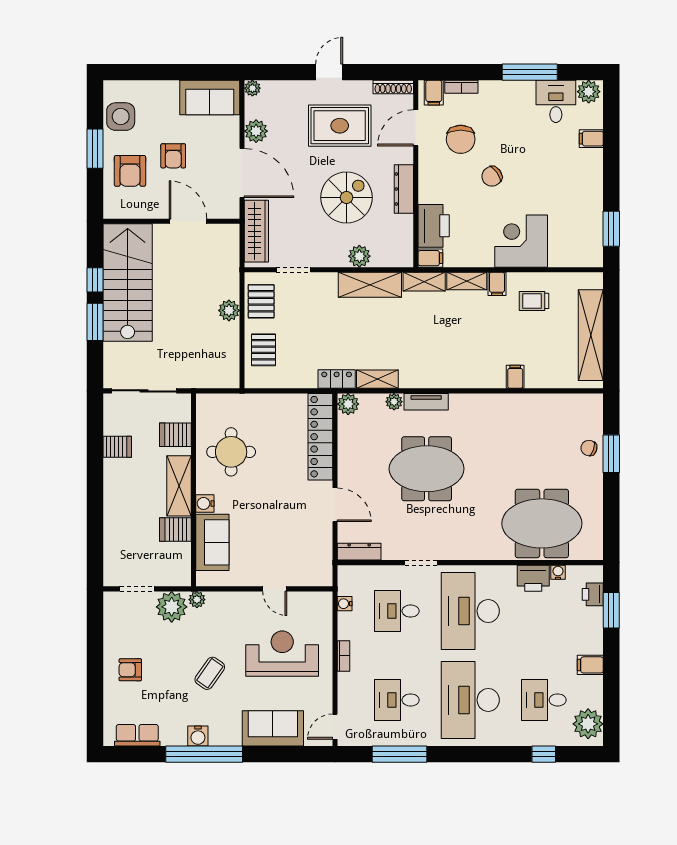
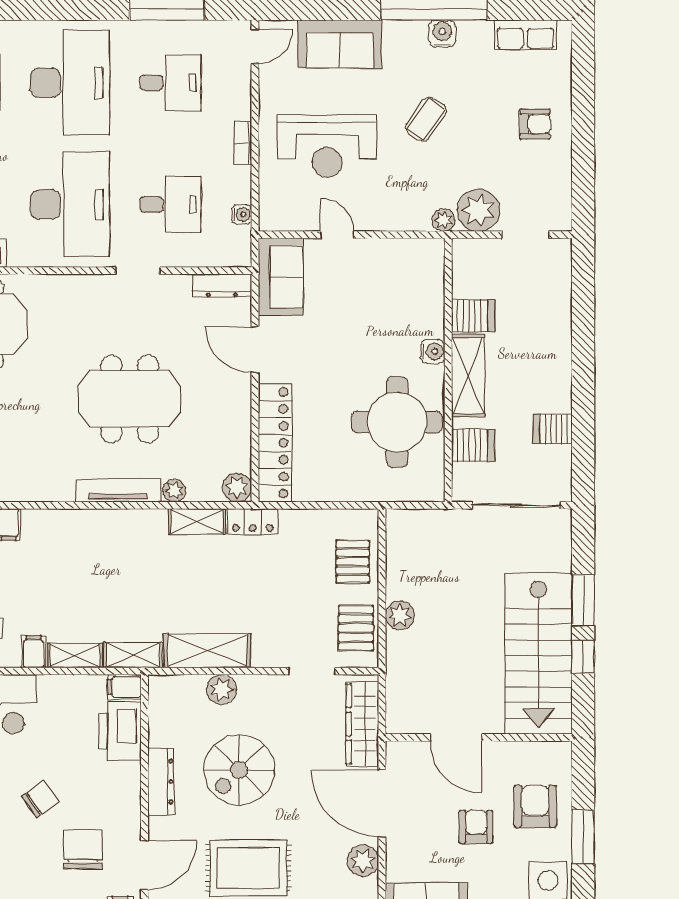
tv unit: (426, 402) -> (118, 491), width x1.41
round table: (231, 452) -> (397, 422), width x1.36, depth x1.36
sofa: (212, 542) -> (281, 277), moved, turned 180

